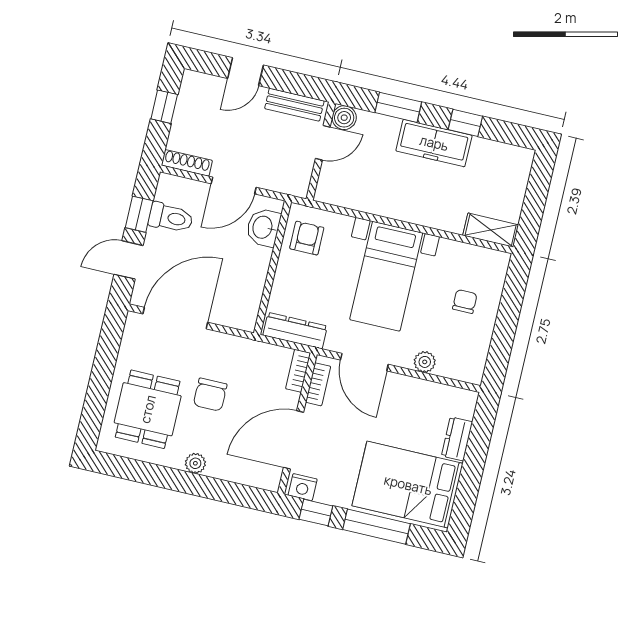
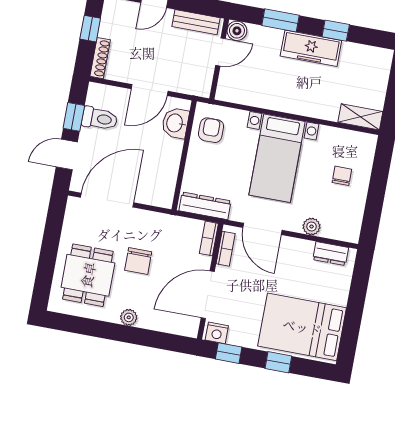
shoe rack: (187, 163) -> (100, 58), moved, turned 90
dresser: (457, 439) -> (331, 254), moved, turned -90
window: (377, 527) -> (278, 362), width x0.46

